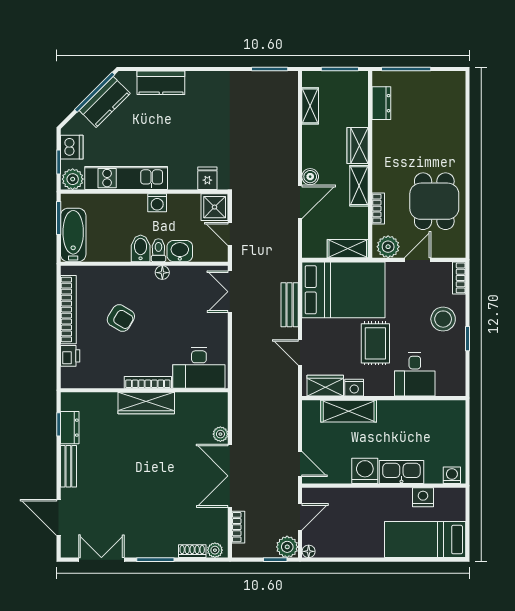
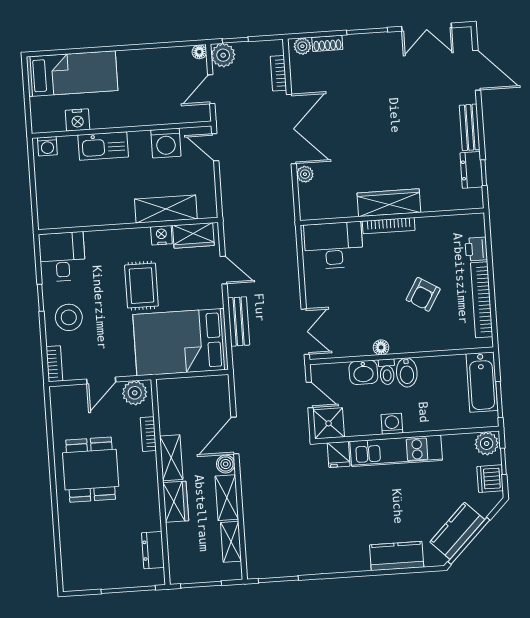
kitchen unit: (126, 178) -> (396, 451), moved
dining table: (434, 201) -> (91, 470), moved
shelving: (348, 249) -> (227, 498), moved, turned 90
armchair: (121, 318) -> (423, 294), turned -90
desk: (415, 374) -> (62, 257), moved
washing machine: (365, 471) -> (166, 143), moved

